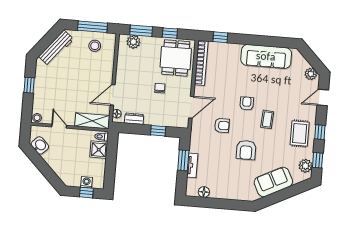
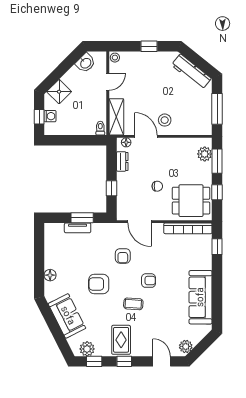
stool: (95, 46) -> (165, 120), moved
rug: (300, 133) -> (121, 340), turned 90
shower: (99, 150) -> (59, 92), moved, turned 45
floor lamp: (204, 192) -> (50, 275), moved

